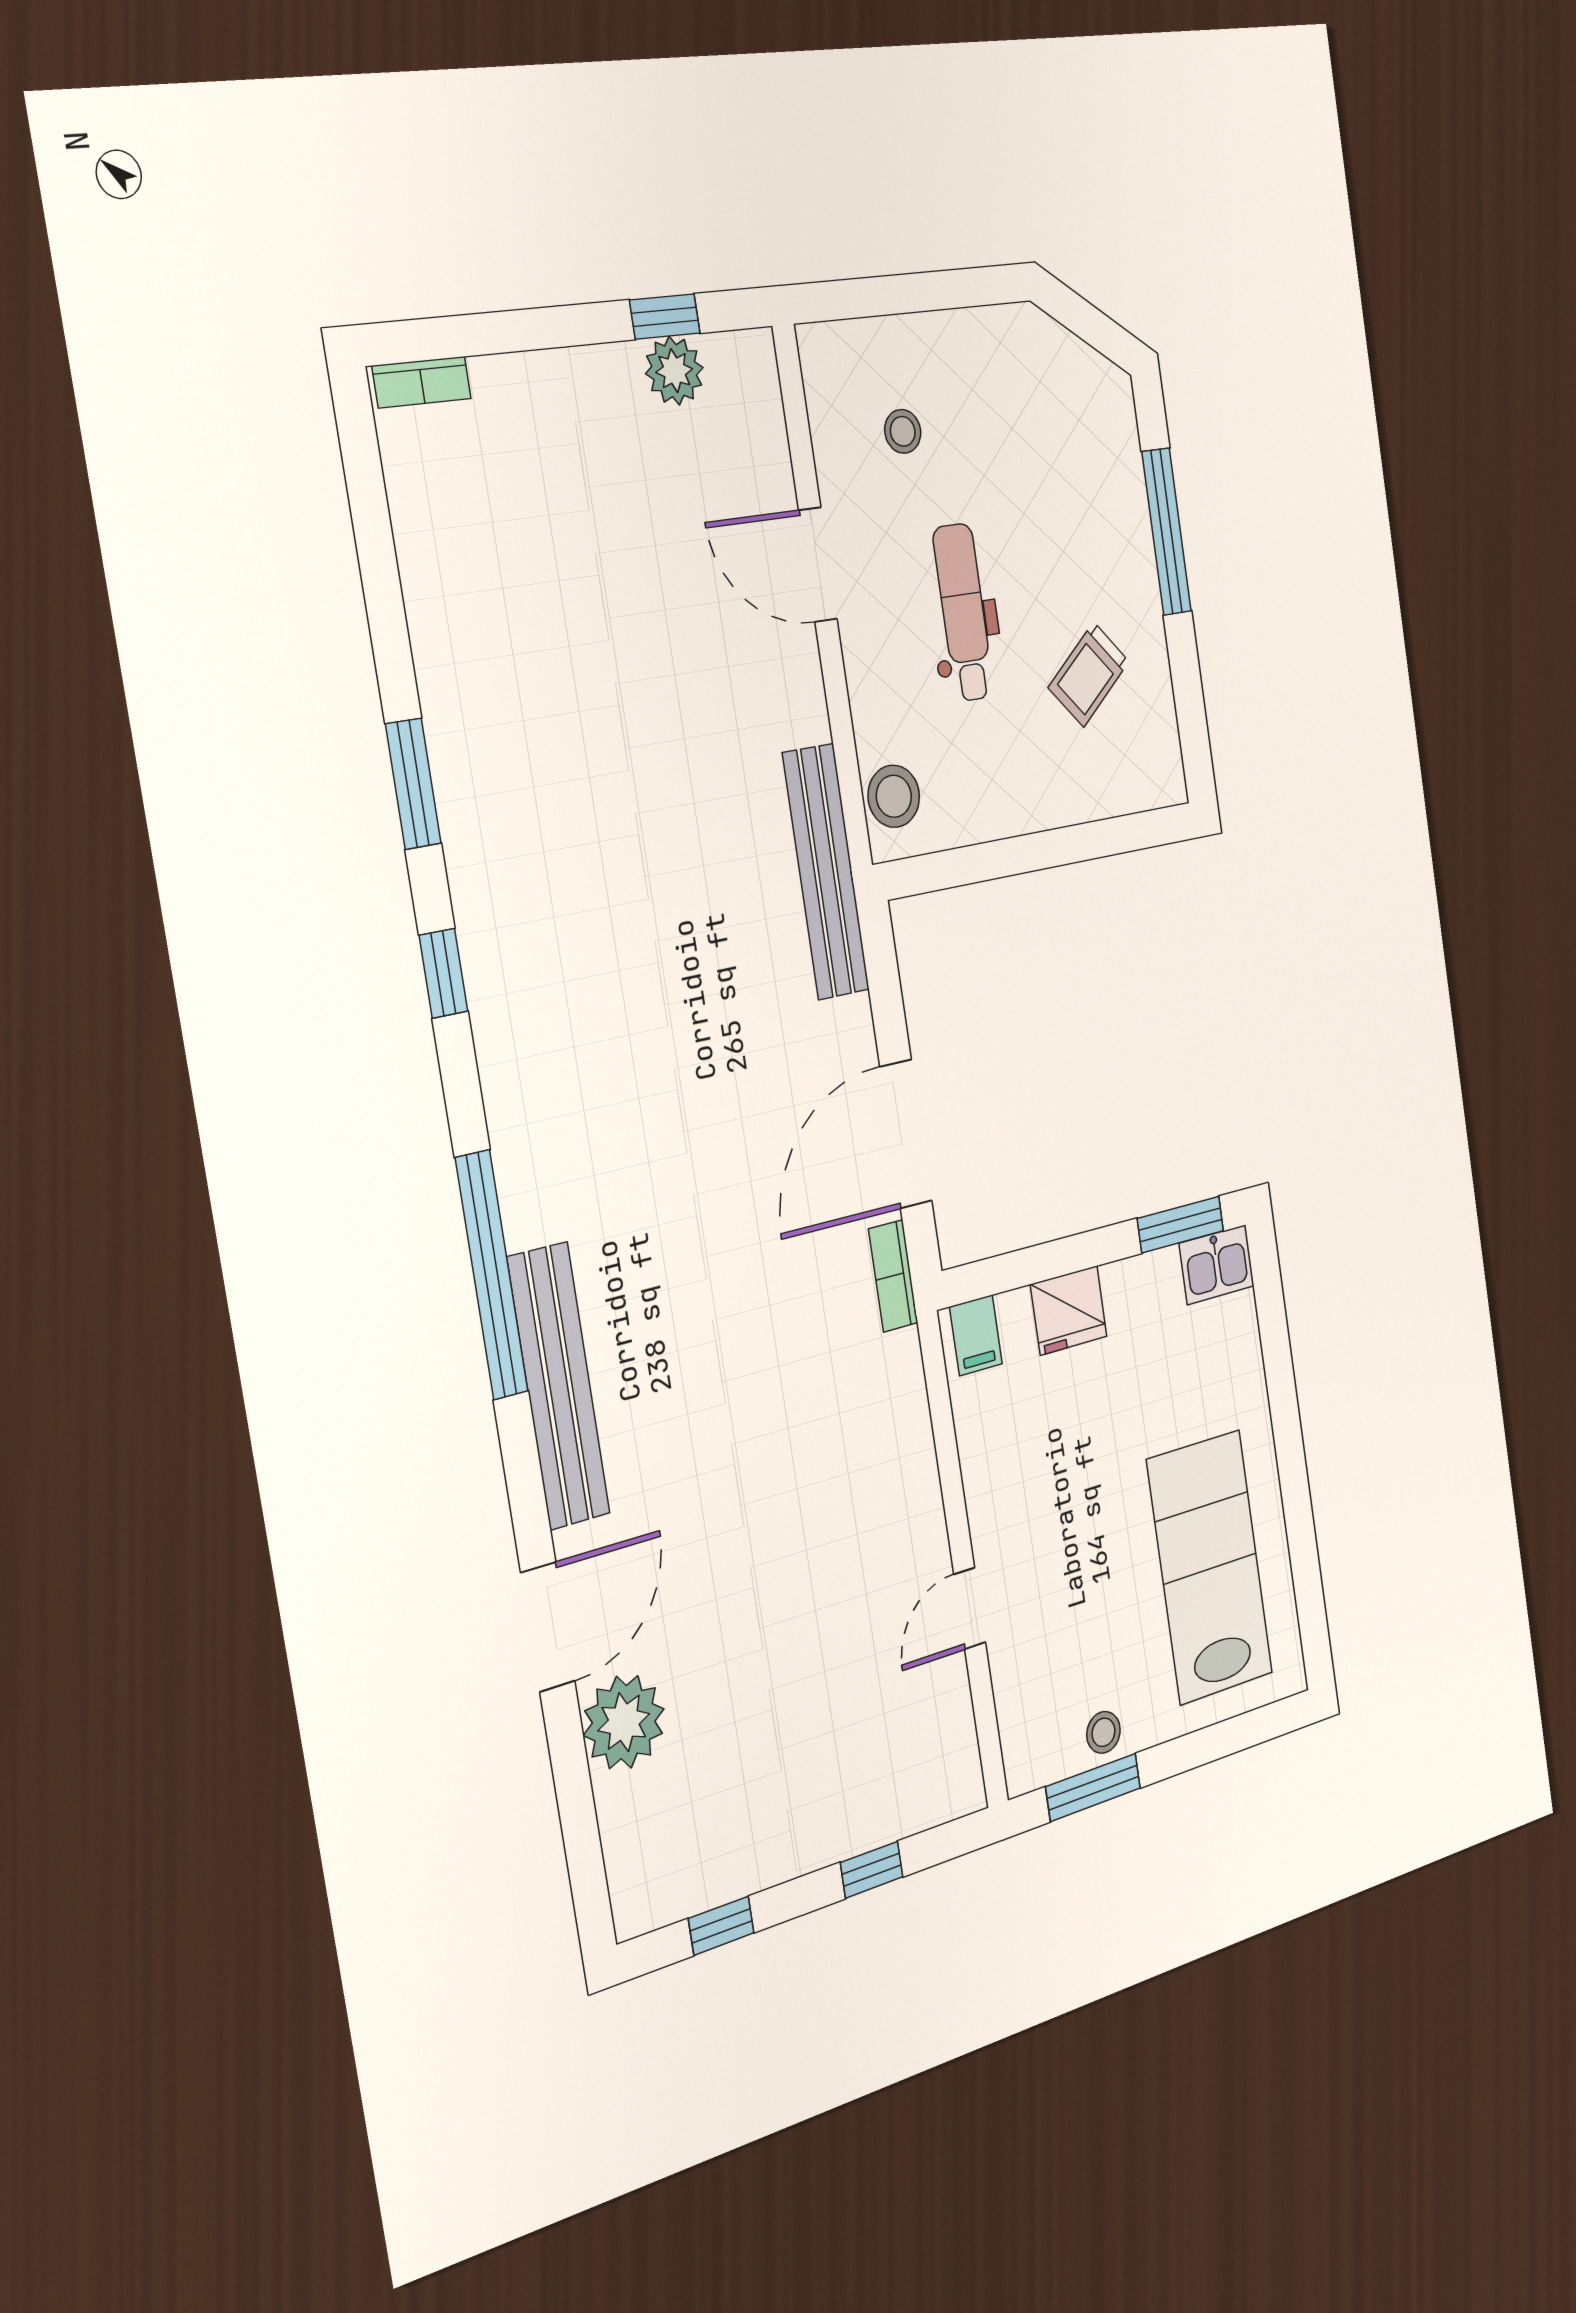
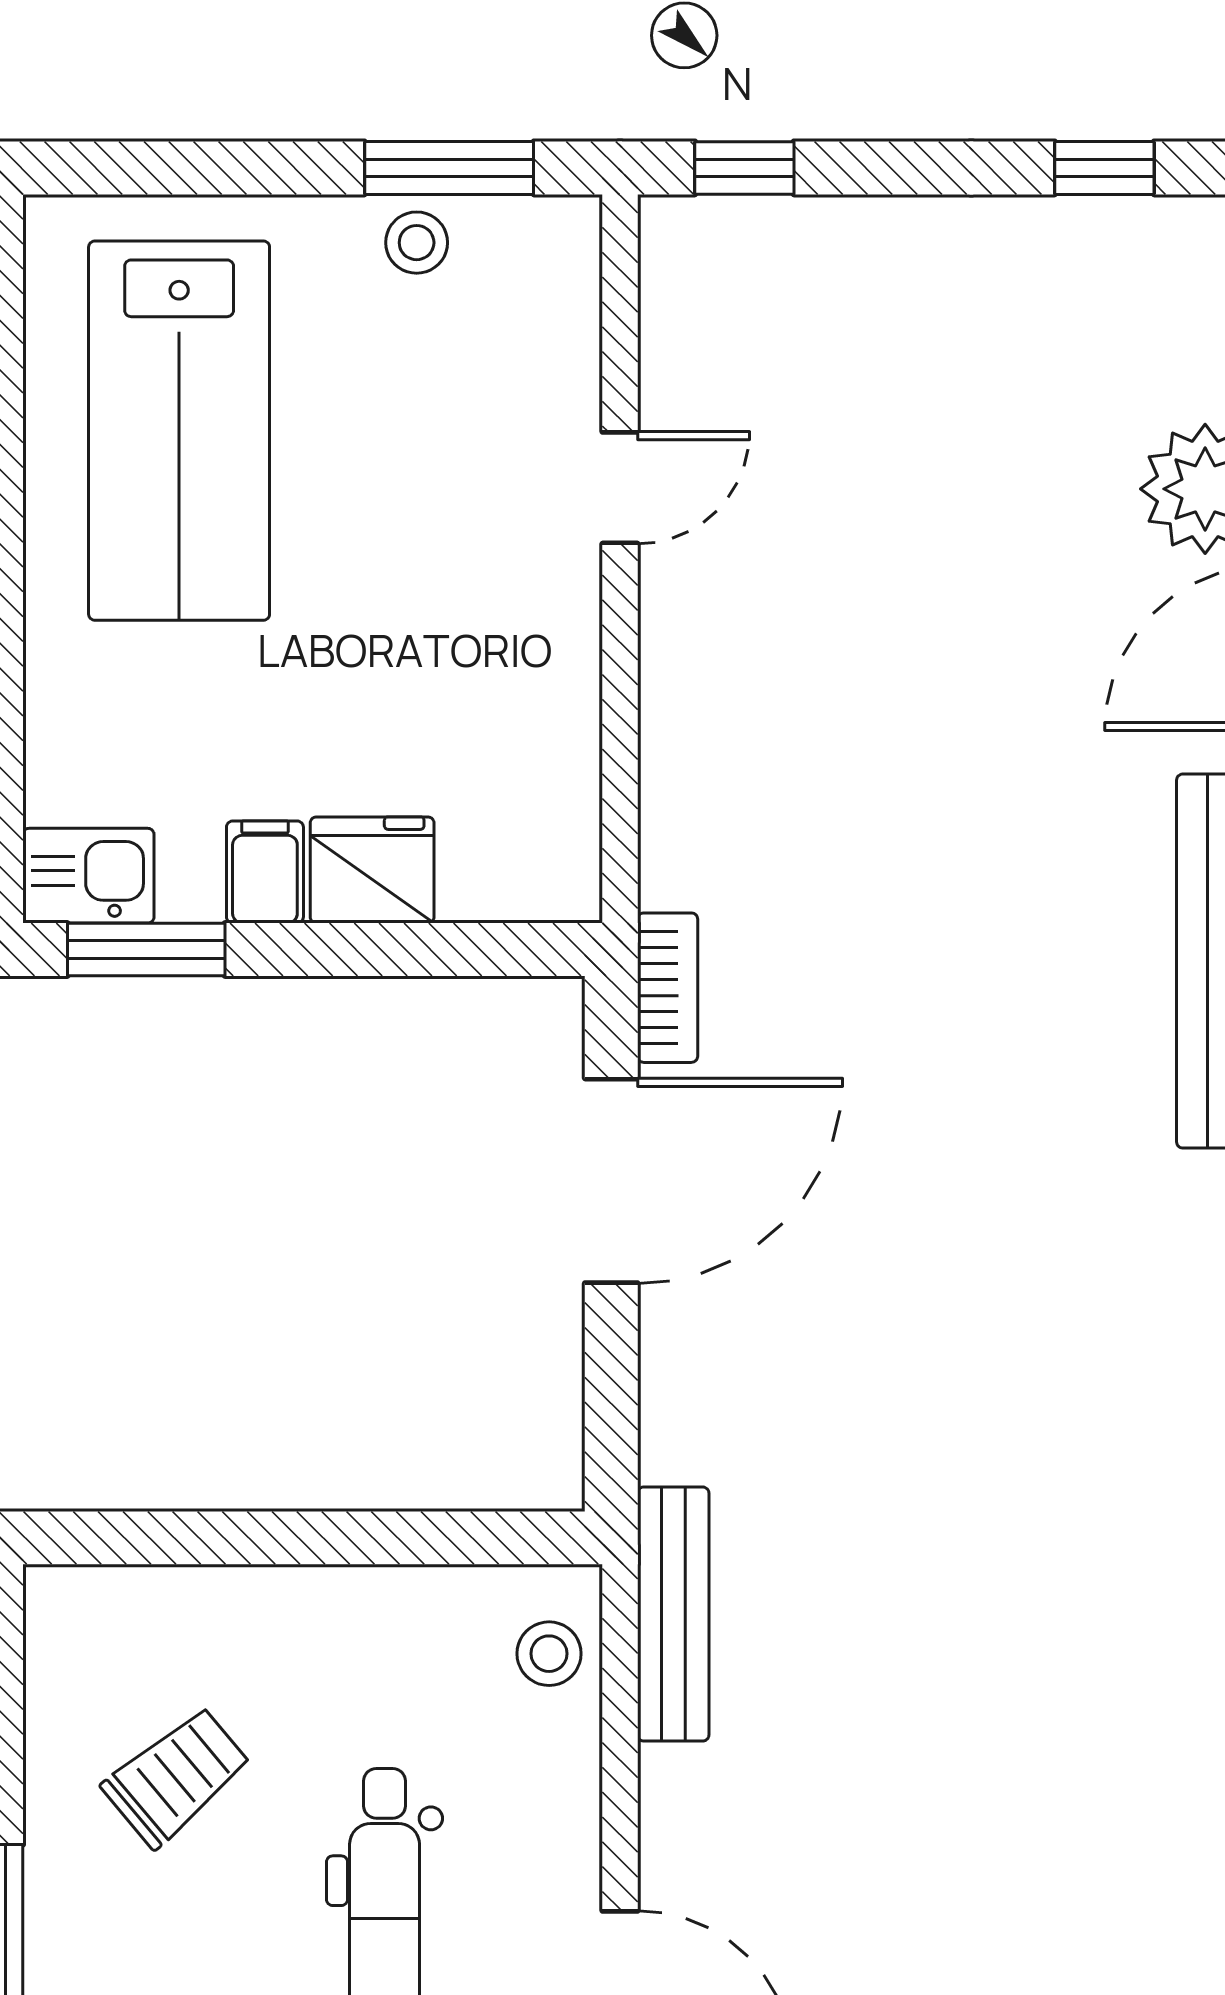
stool: (894, 796) -> (549, 1654), width x0.73, depth x0.73
bench: (826, 872) -> (673, 1614), width x0.73, depth x0.82
filing cabinet: (976, 1335) -> (265, 872), moved
window: (872, 1870) -> (744, 168), moved

